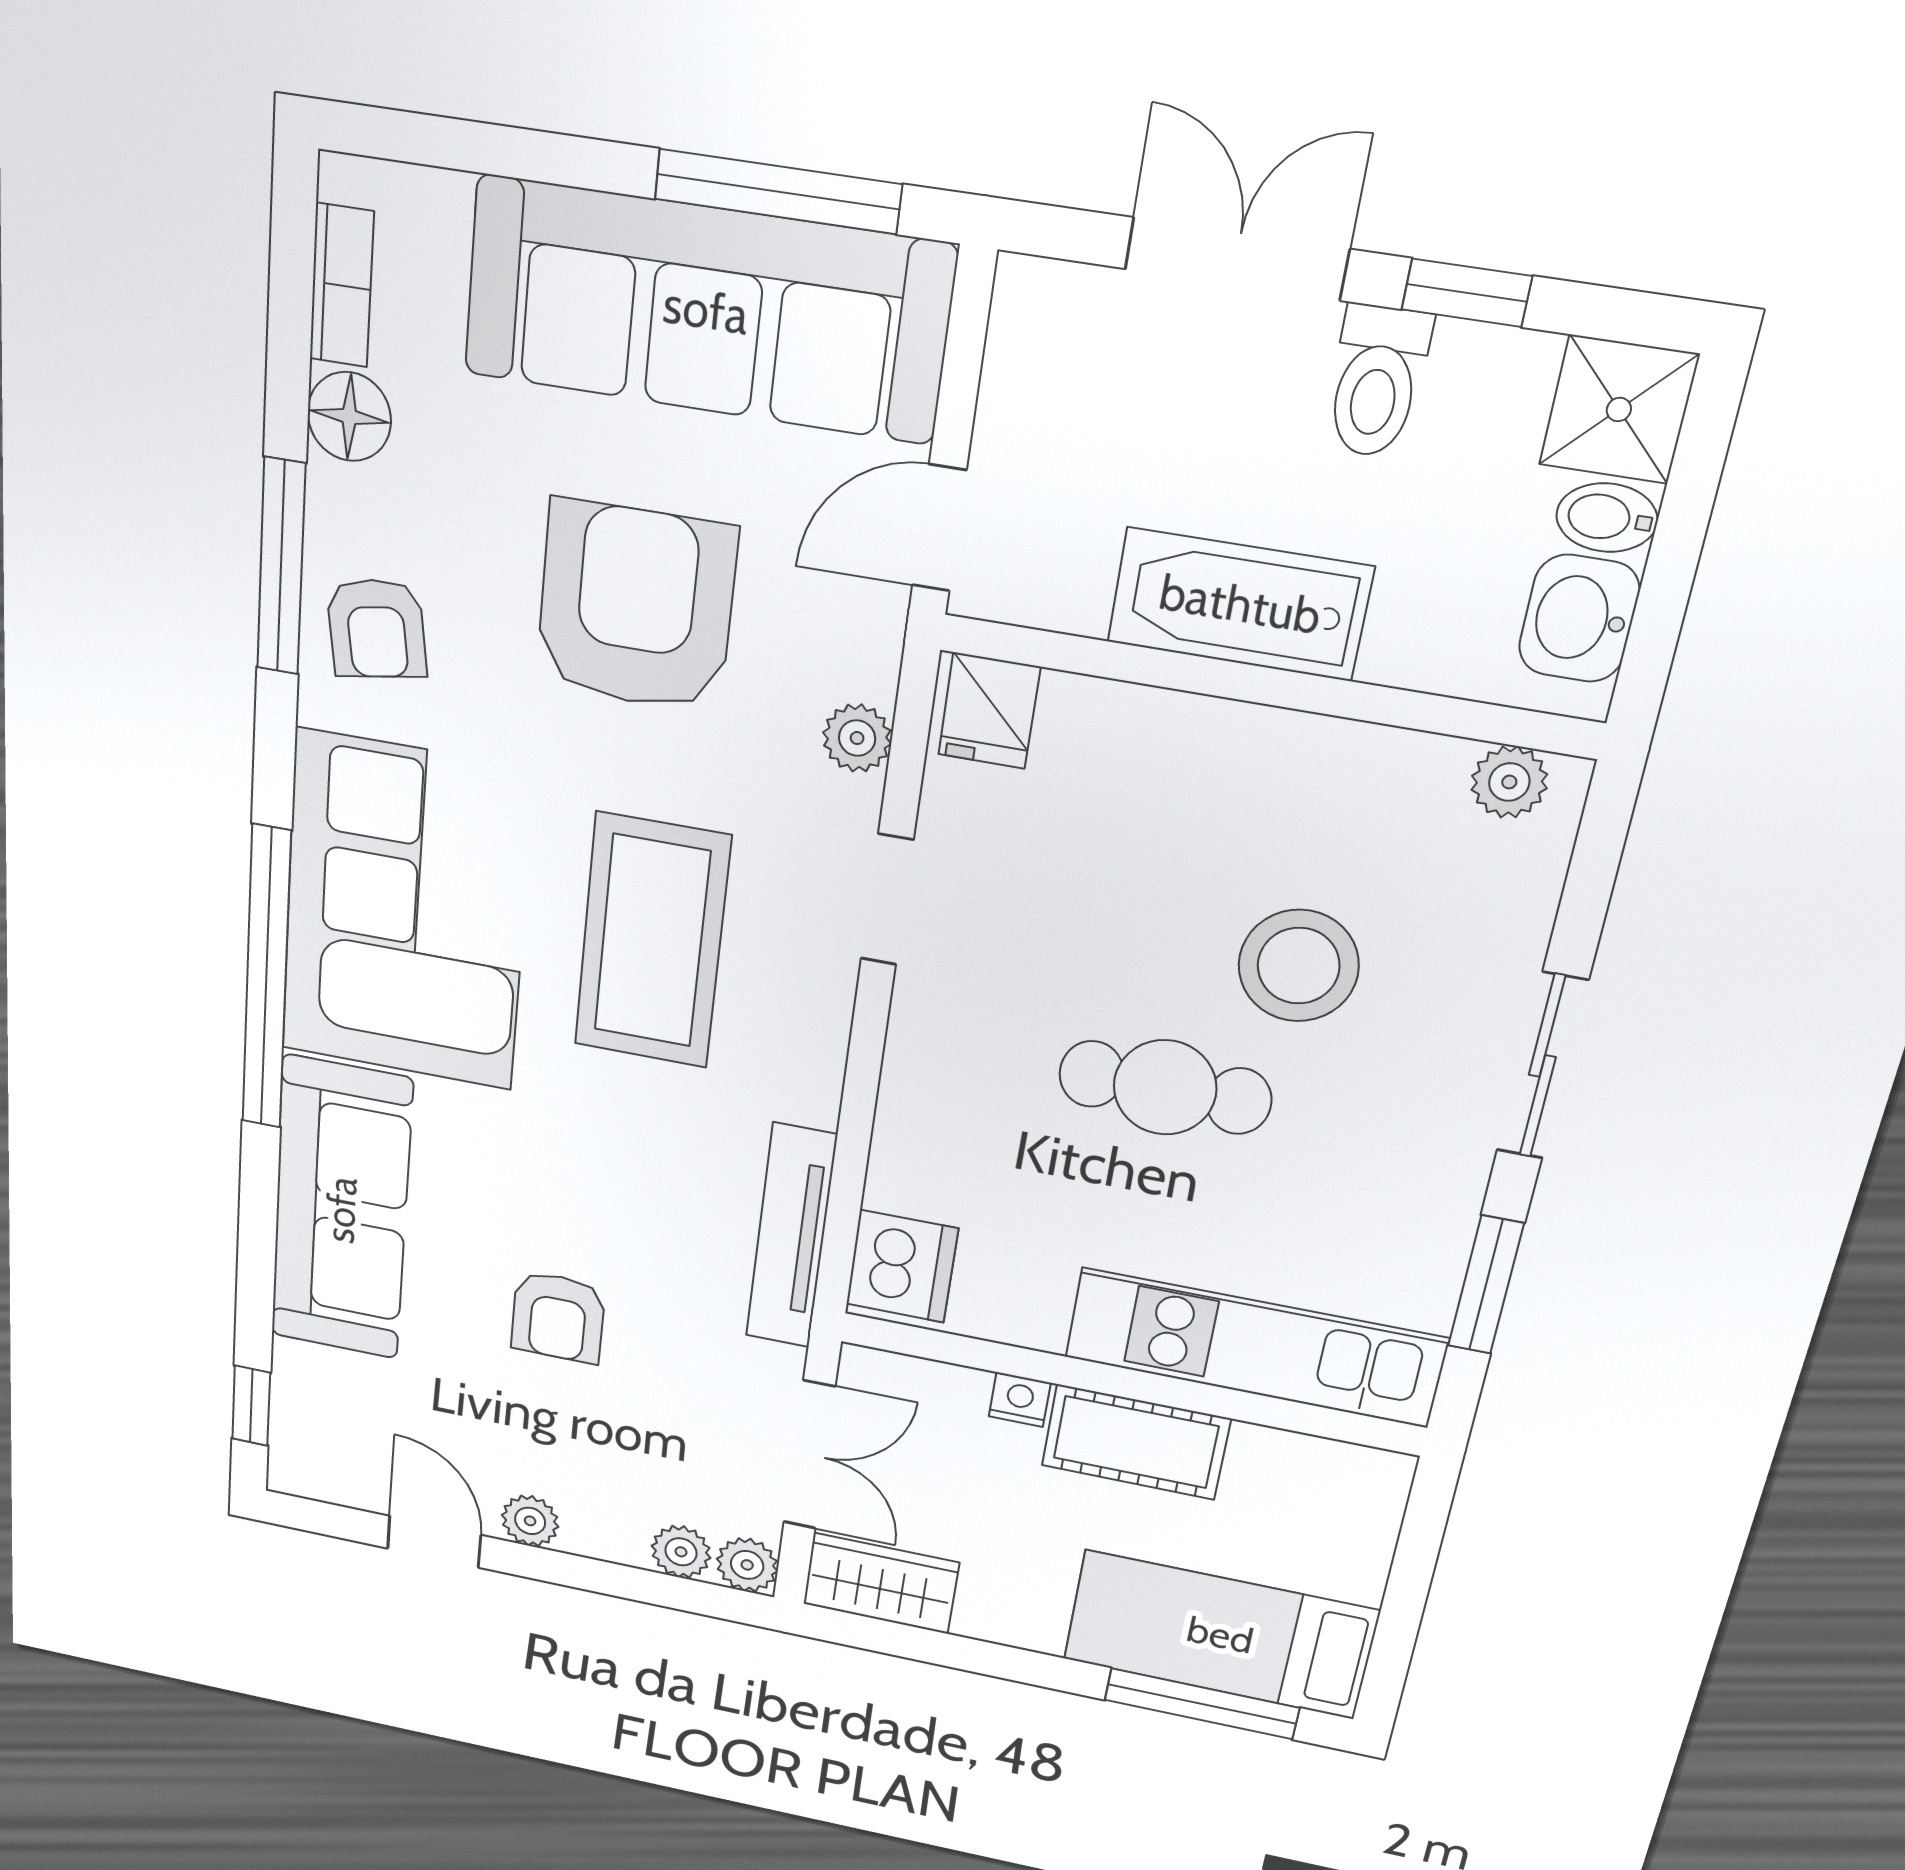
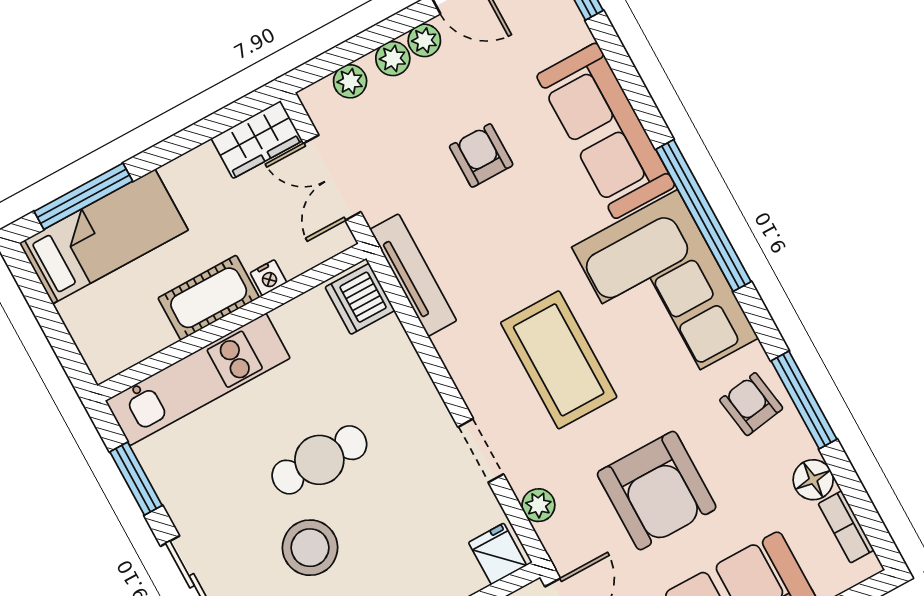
plant: (747, 1565) -> (393, 59), moved

